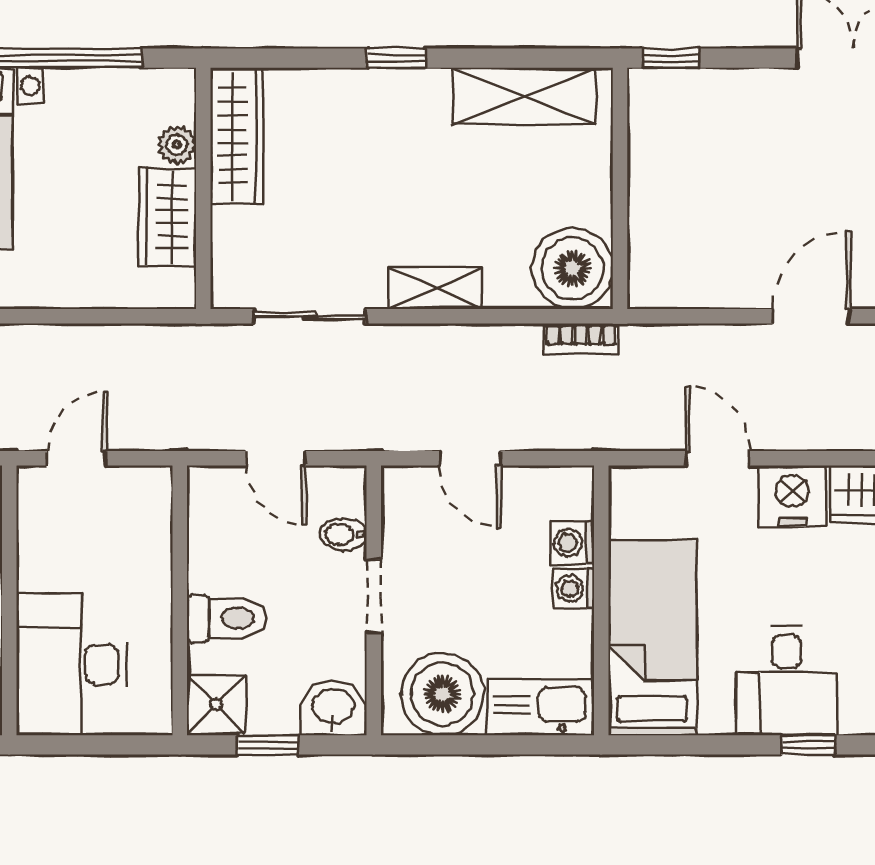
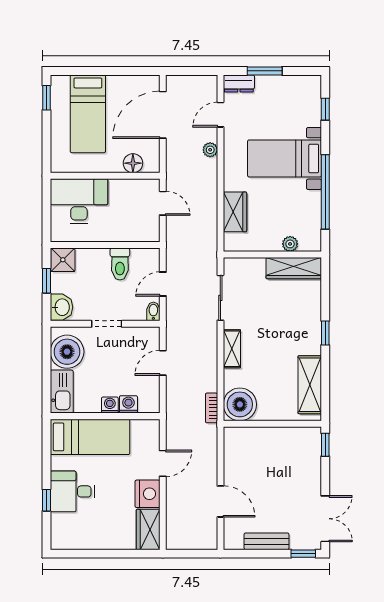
wardrobe: (168, 217) -> (235, 212), moved, turned 90
bidet: (343, 534) -> (153, 311), moved
toilet: (227, 618) -> (120, 264), moved

